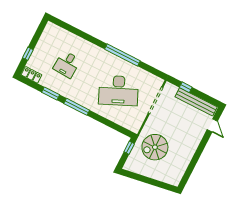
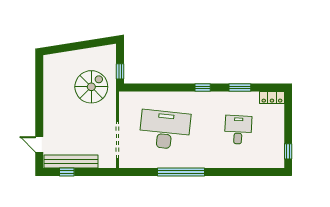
window: (28, 54) -> (288, 151), moved
window: (186, 87) -> (67, 172), moved
desk: (119, 91) -> (165, 130), turned 30
window: (77, 107) -> (203, 87), width x0.46

